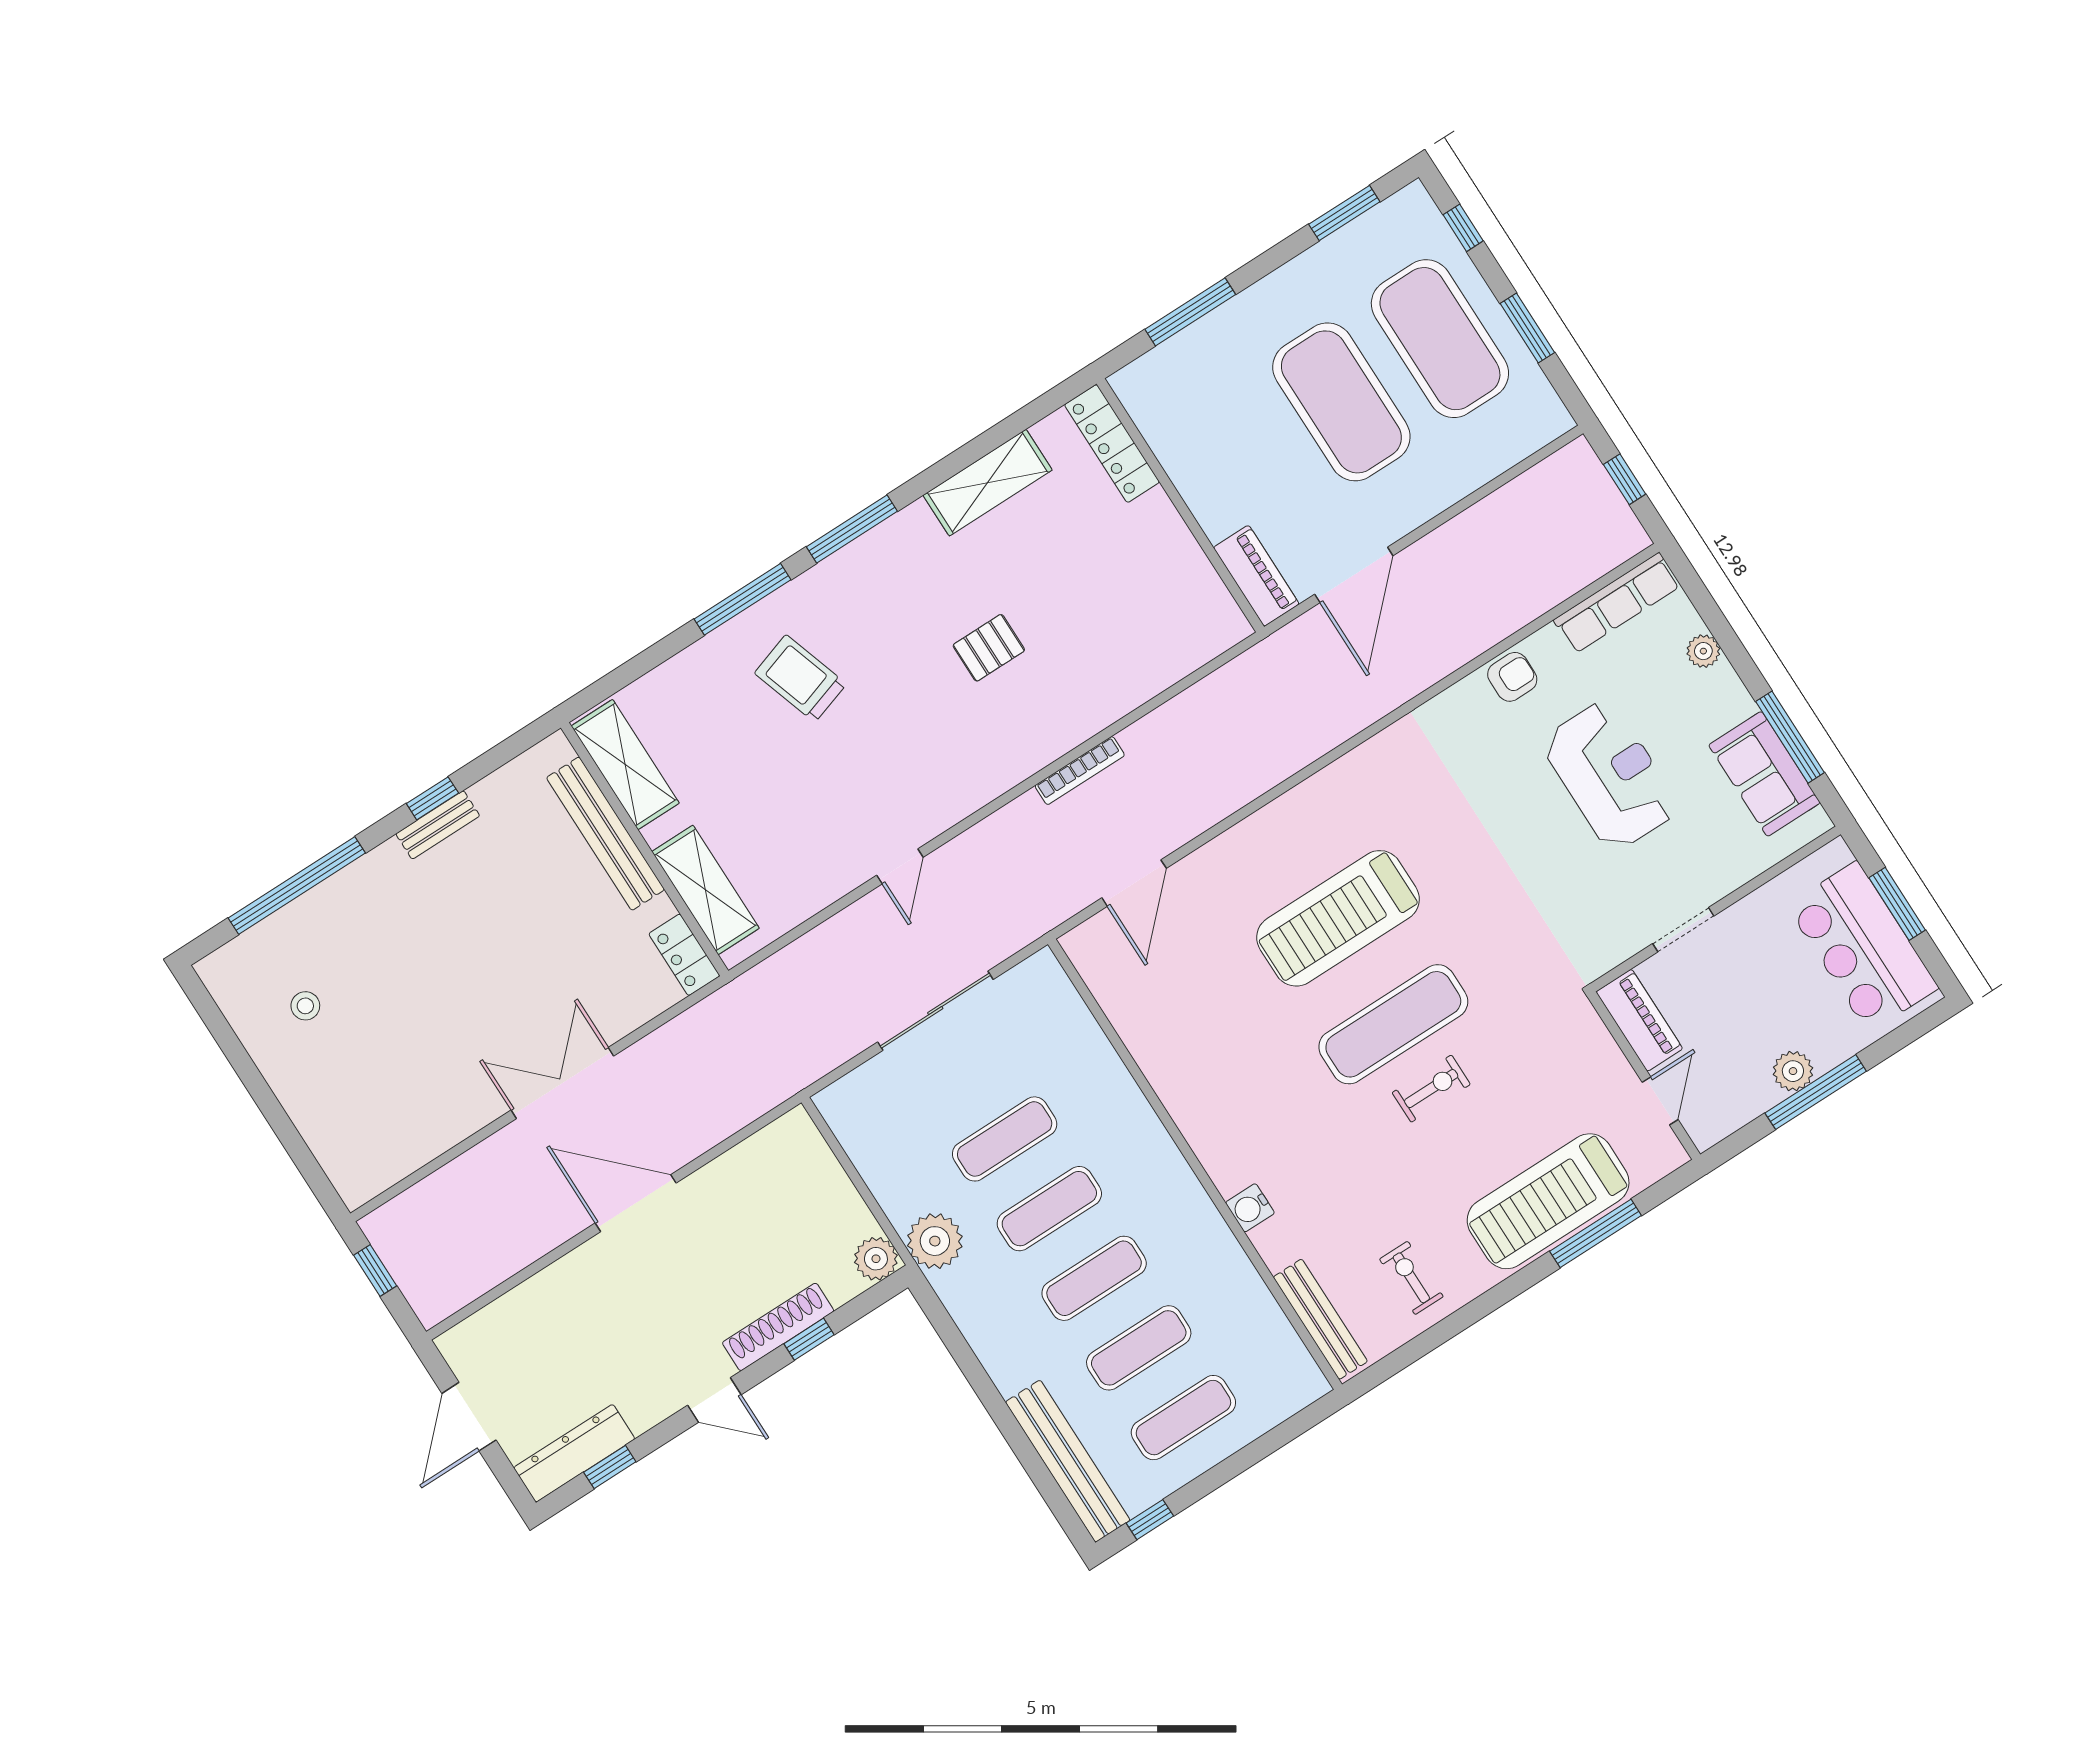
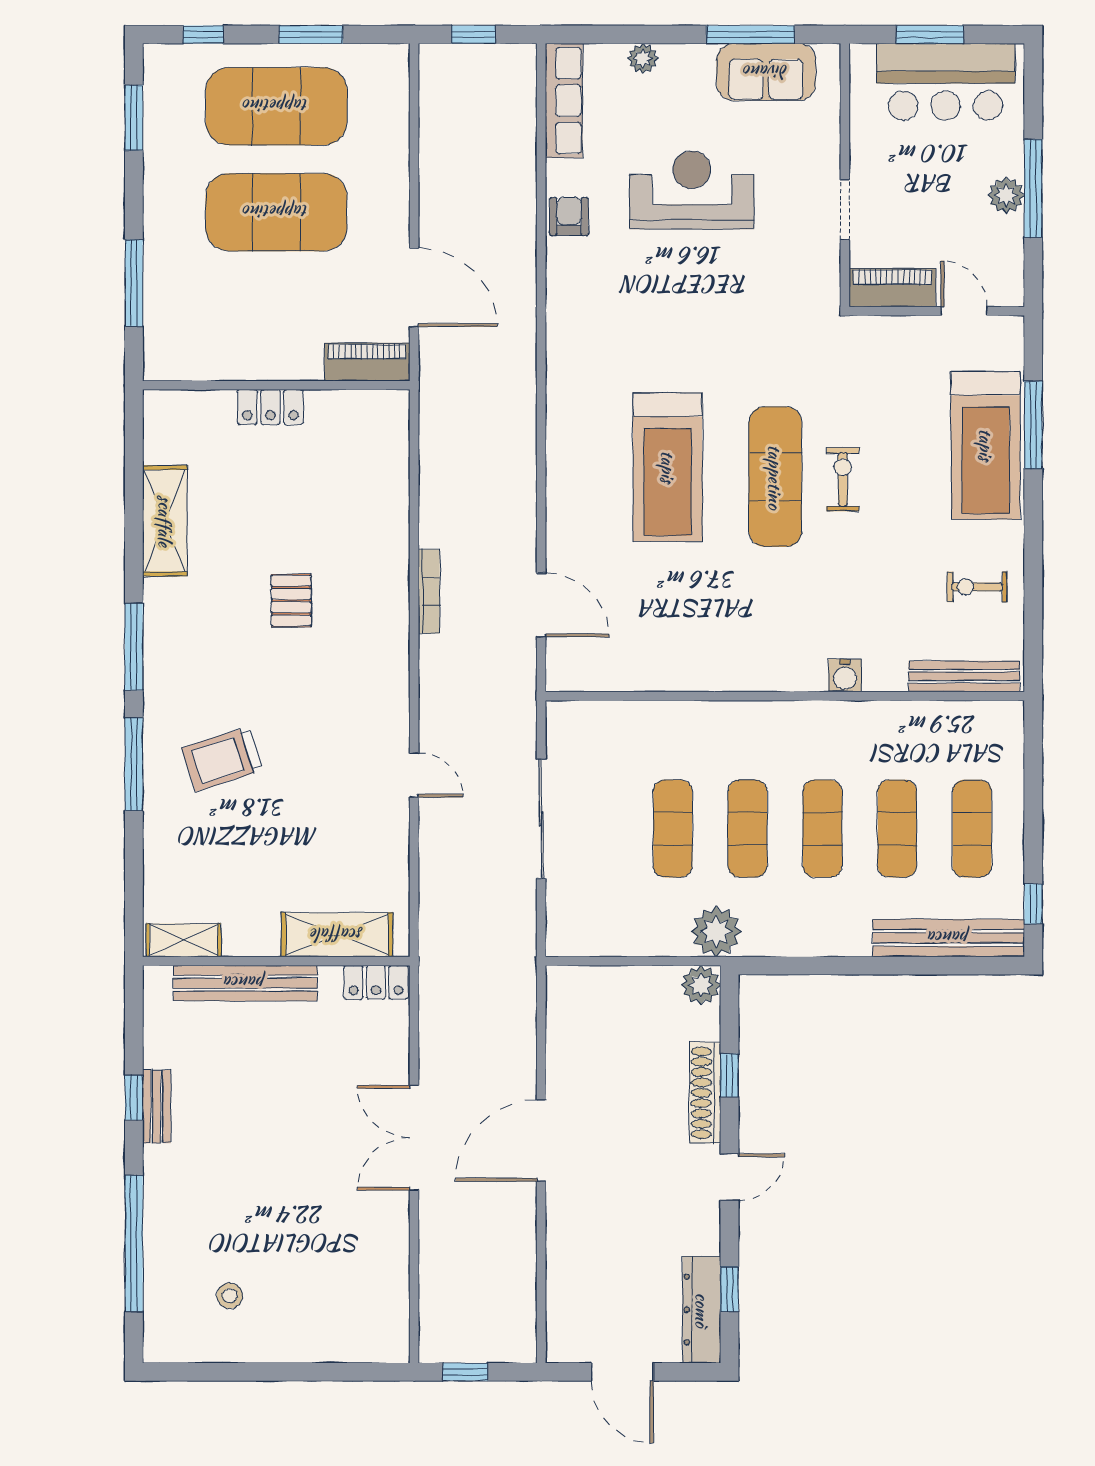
locker: (1112, 443) -> (270, 407), moved, width x0.66
shelving: (625, 765) -> (184, 940), width x0.67, depth x0.75

